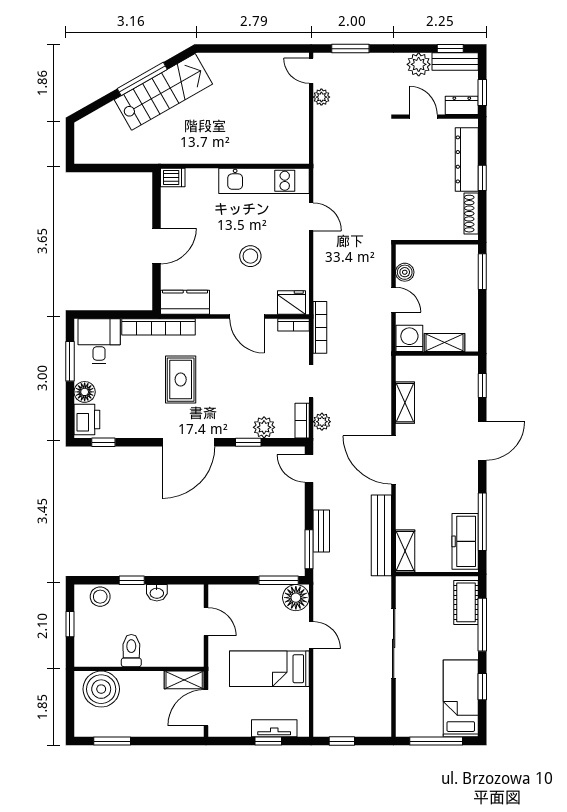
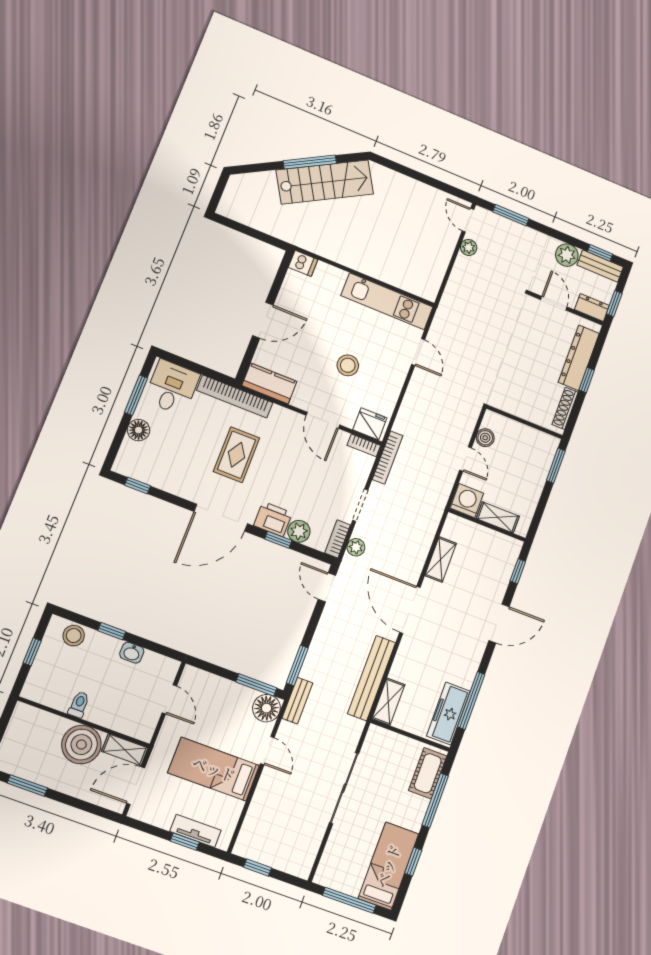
printer: (87, 420) -> (273, 519), moved, turned -90
bench: (321, 531) -> (297, 701), moved
toilet: (131, 651) -> (79, 705), width x0.73, depth x0.72
boiler: (101, 689) -> (81, 745), moved

